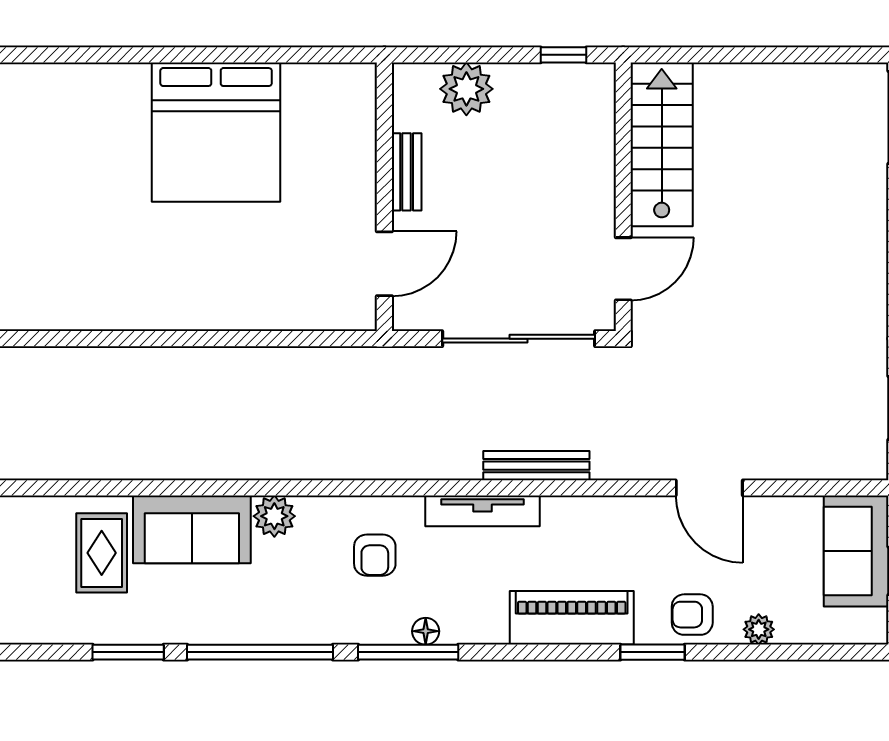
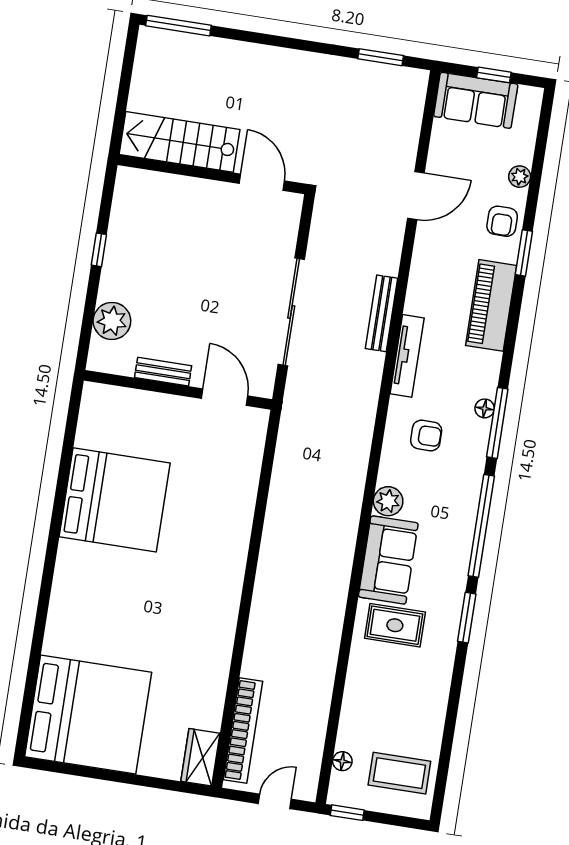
stairs: (662, 144) -> (179, 142), moved
wall: (623, 197) -> (212, 174), moved
door: (623, 269) -> (262, 182), moved

